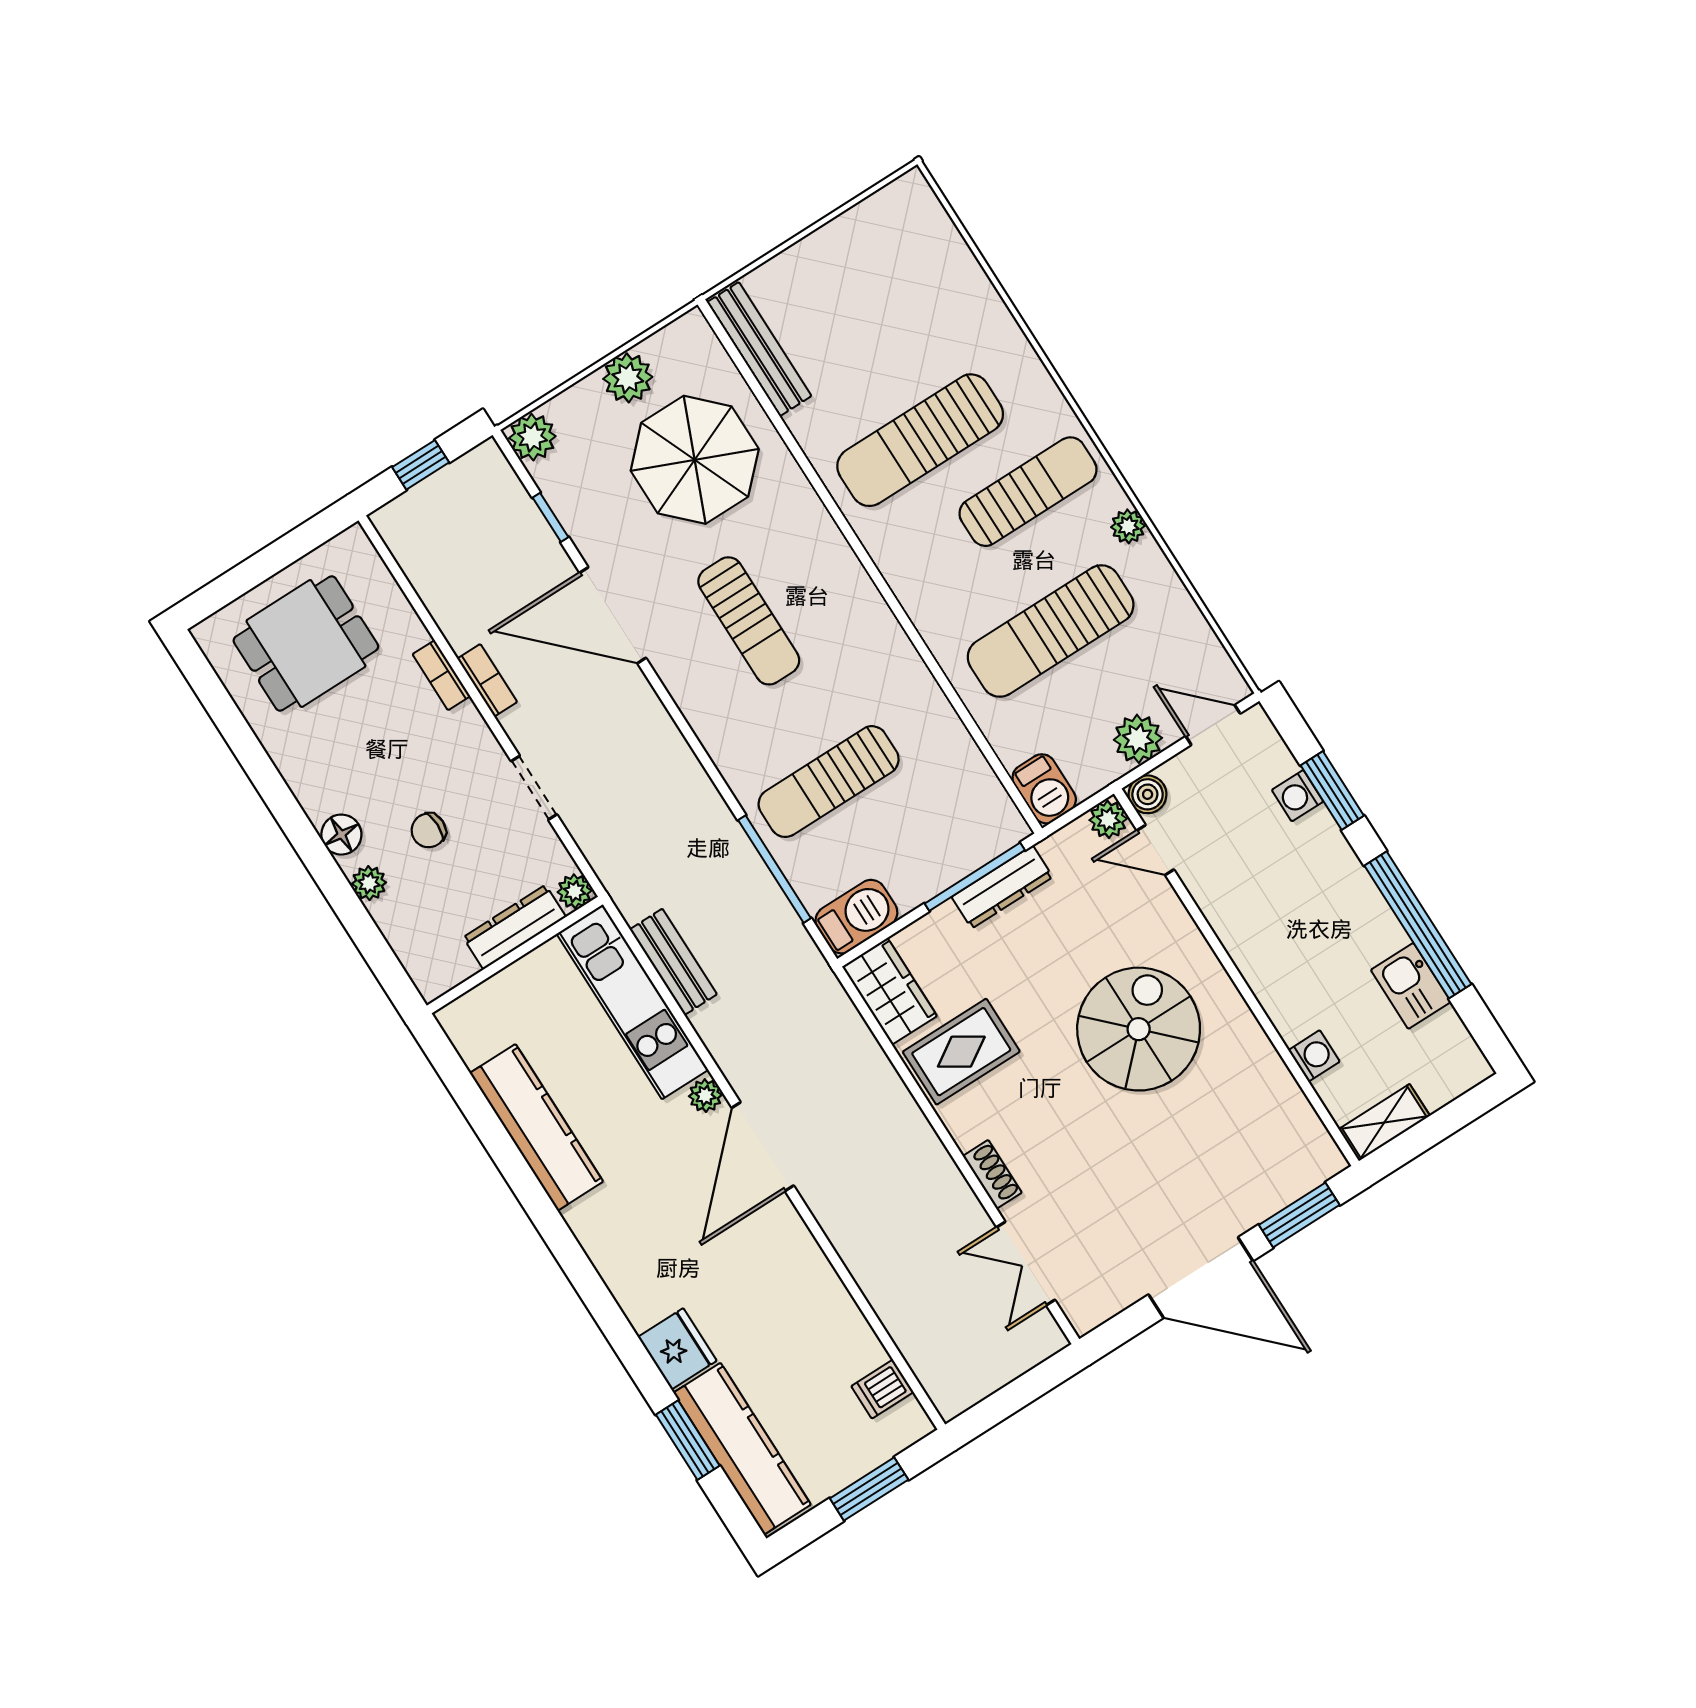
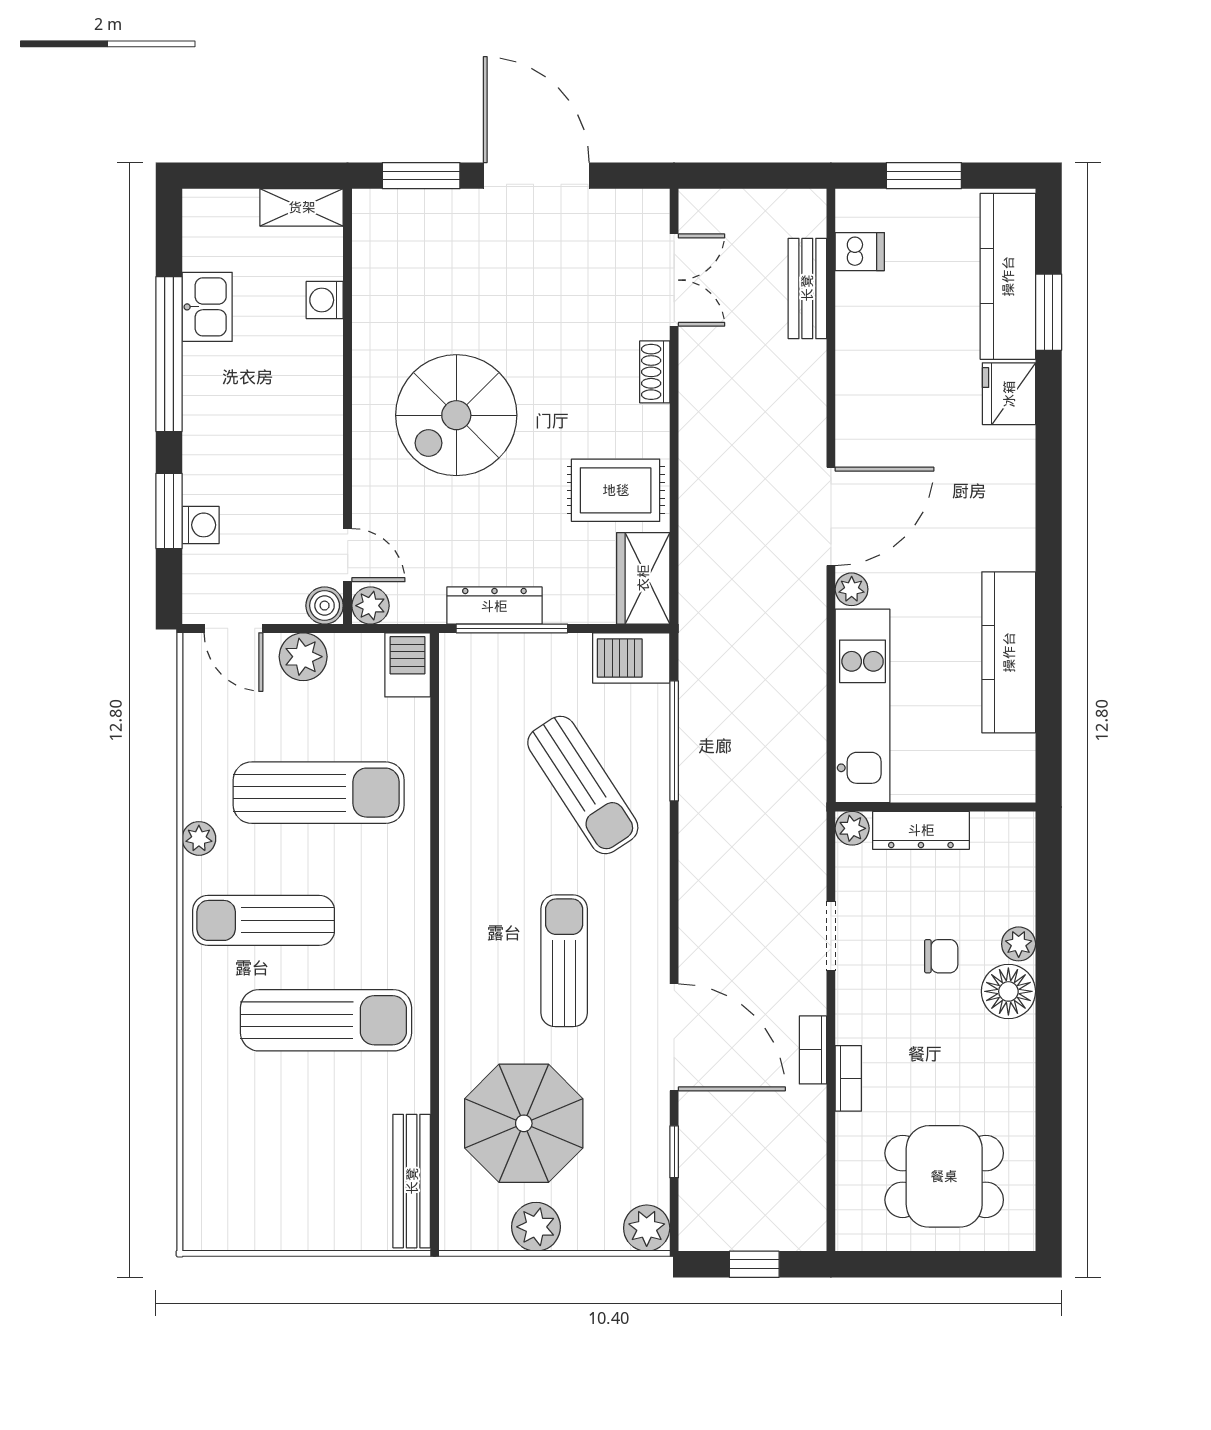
sun lounger: (829, 782) -> (583, 785), turned 57
floor lamp: (341, 835) -> (1008, 991), width x1.38, depth x1.38
bench: (673, 962) -> (807, 288), moved

